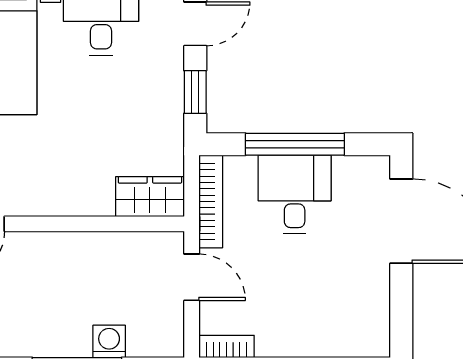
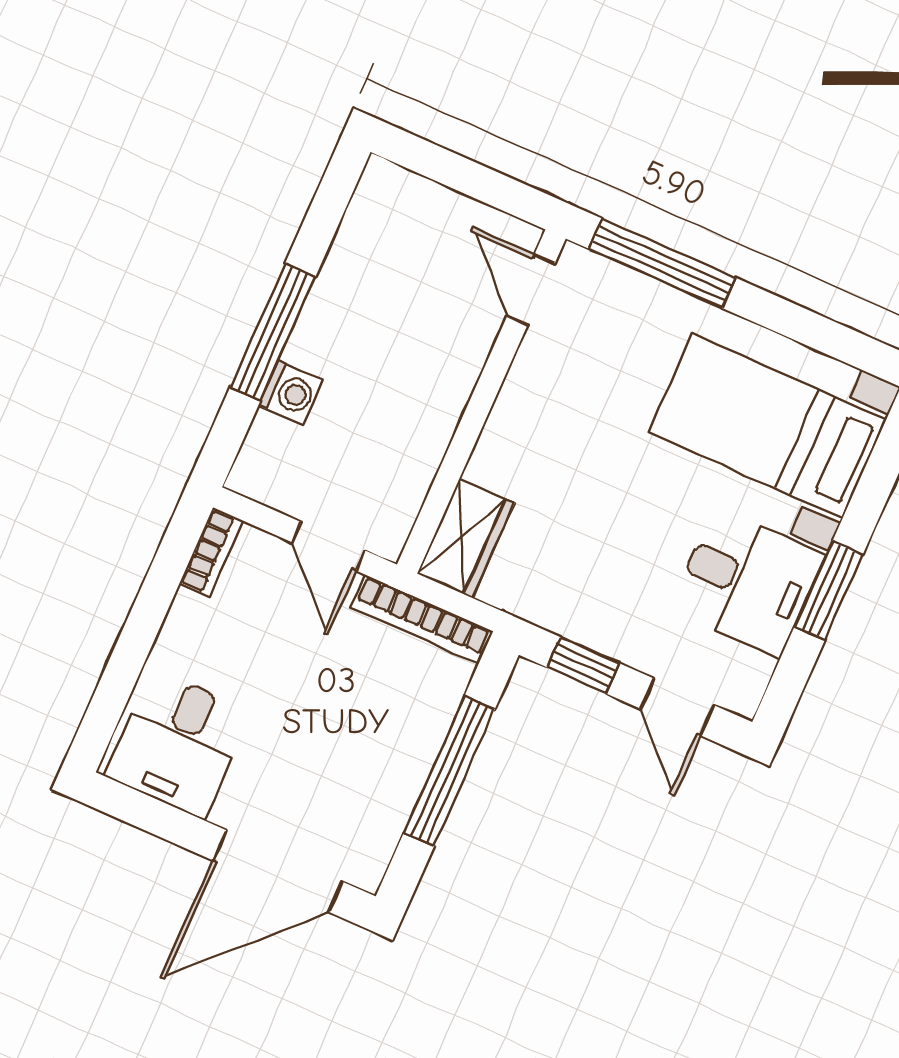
desk: (295, 194) -> (178, 744), moved, turned 90
door: (192, 277) -> (329, 546), hinge flipped

